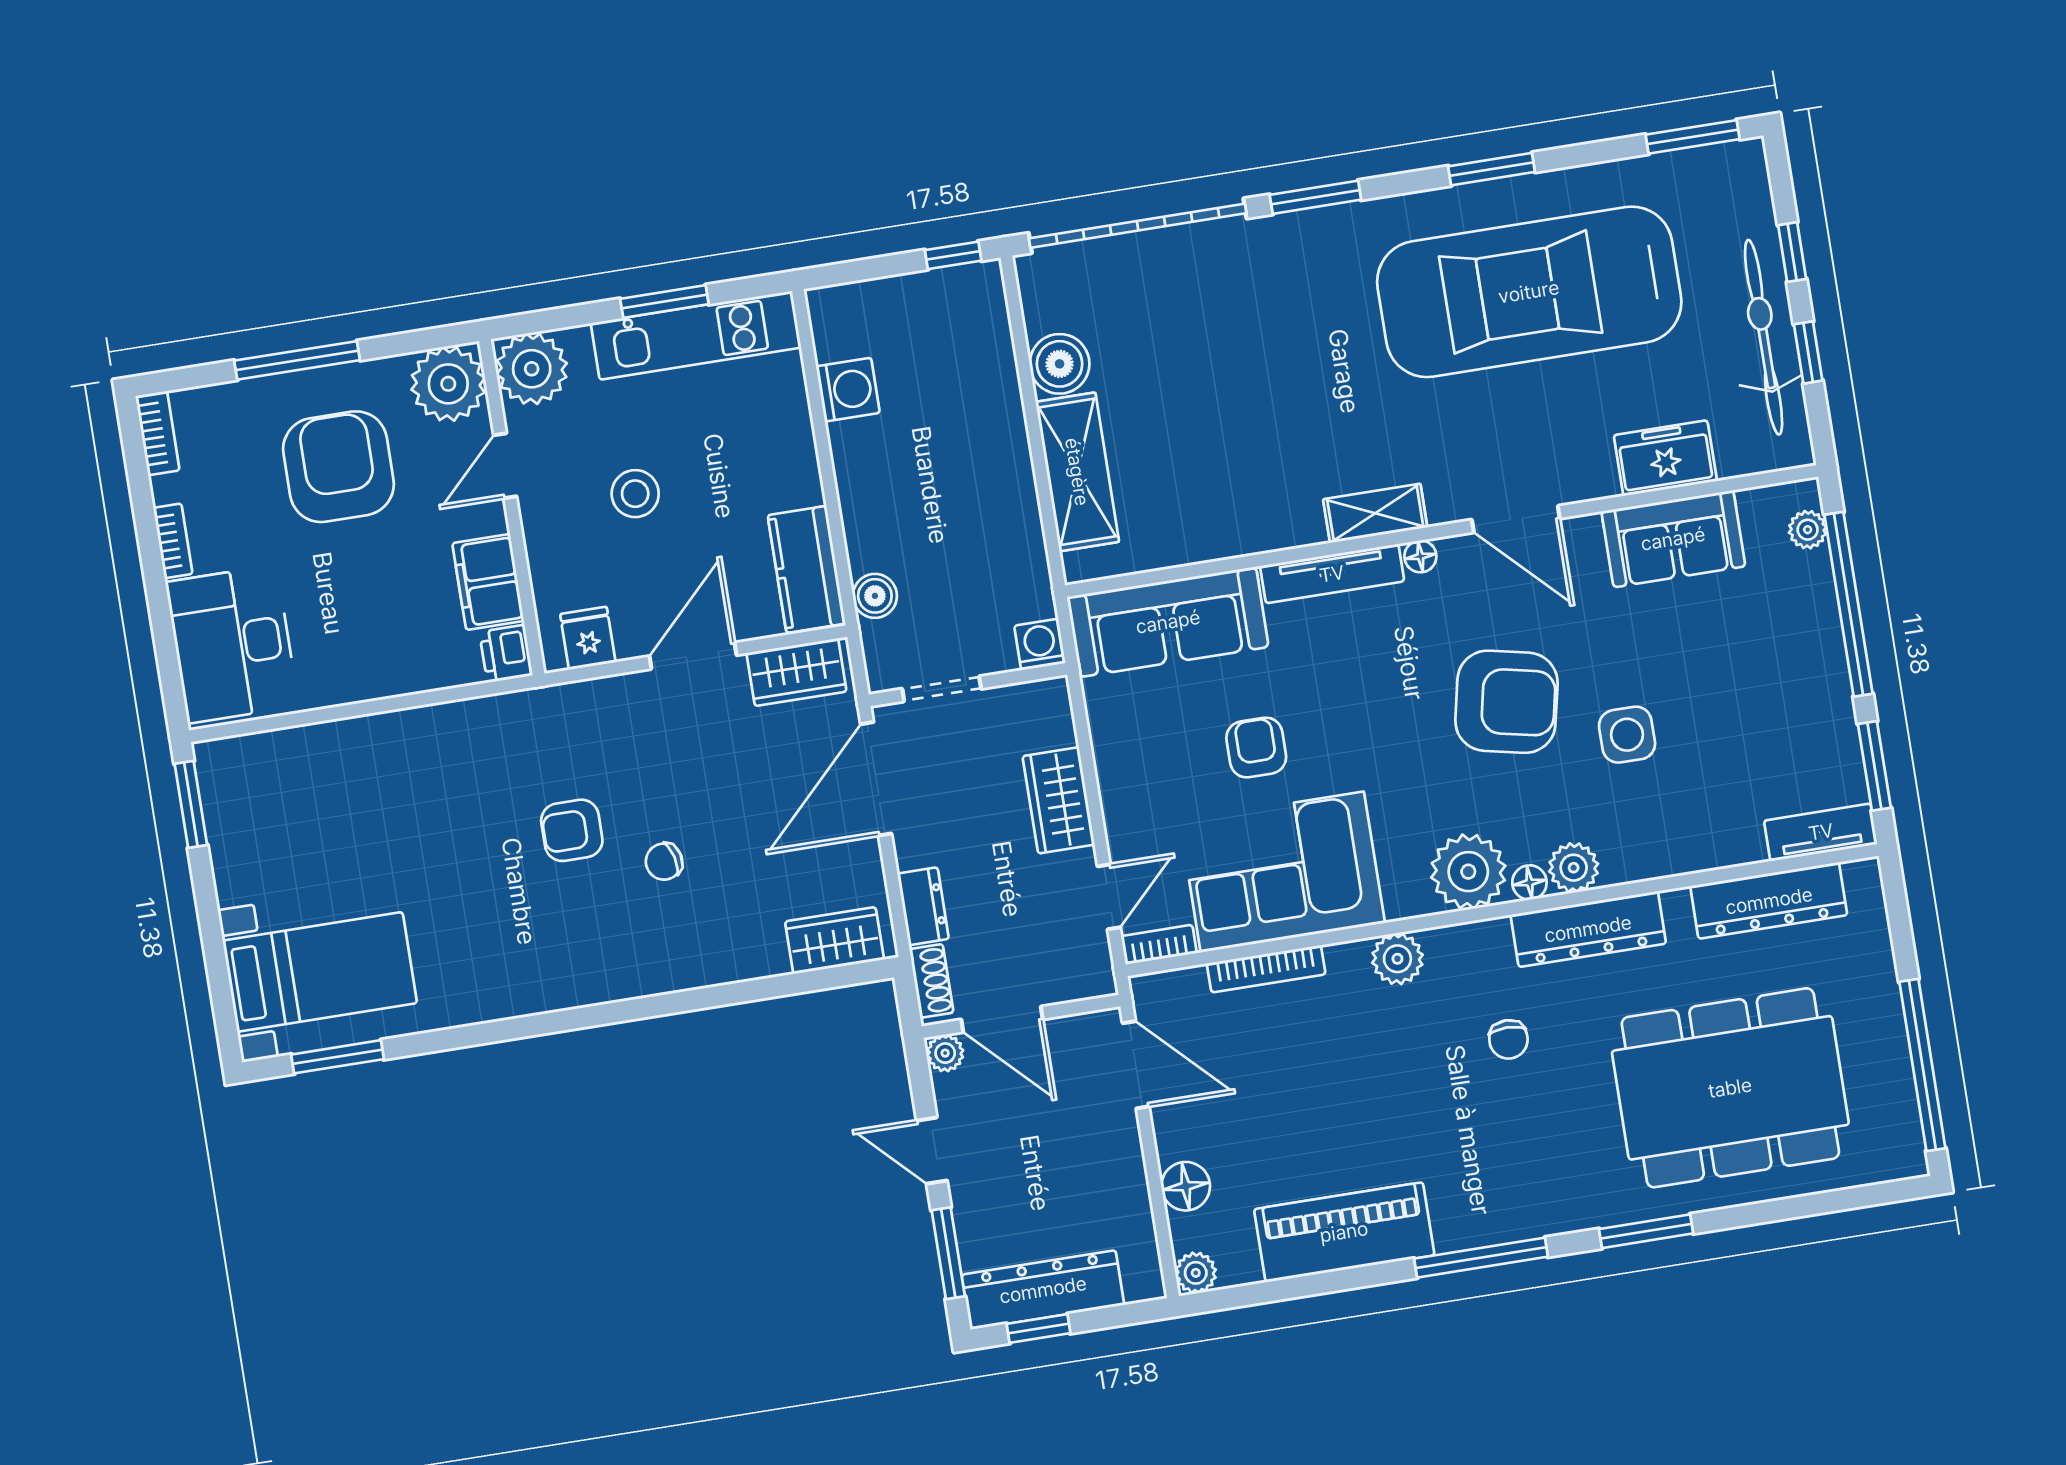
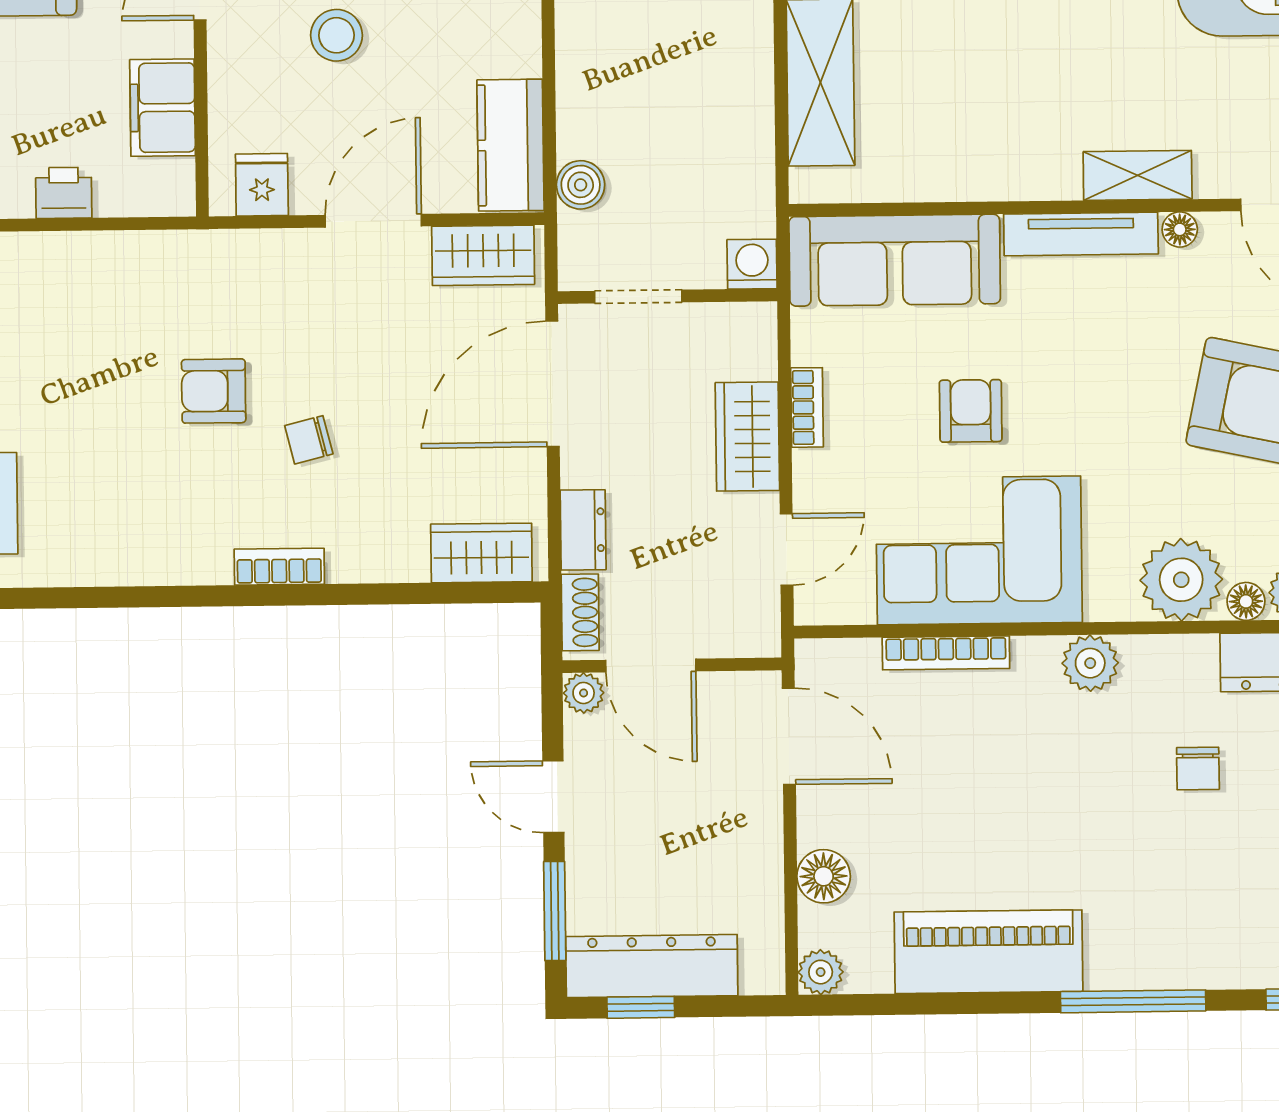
printer: (506, 653) -> (64, 193), moved, turned 90
bookcase: (1159, 945) -> (807, 407), moved, turned 90
bookcase: (654, 980) -> (279, 567), added

